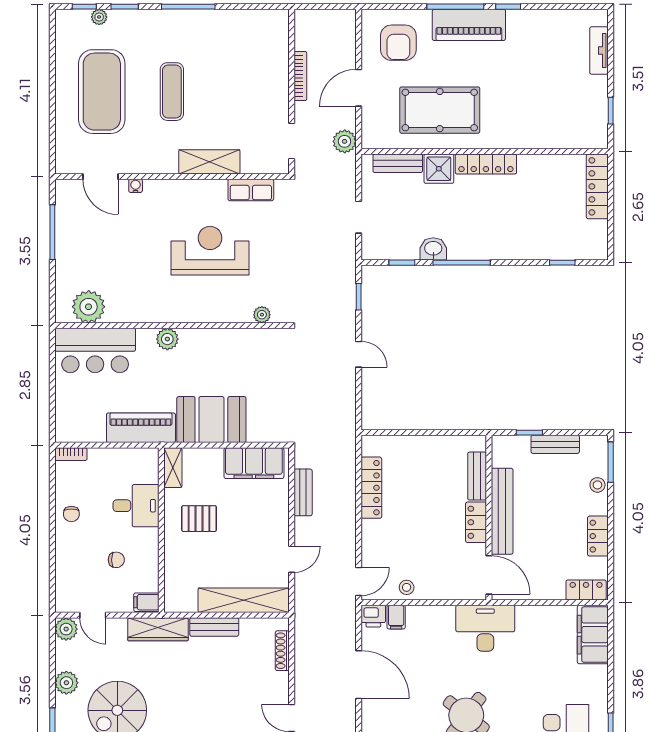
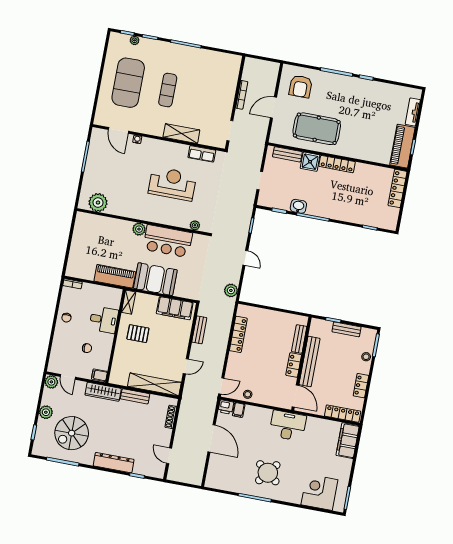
piano: (469, 25) -> (402, 146), moved, turned 90
plant: (345, 141) -> (231, 290), moved
bar counter: (95, 350) -> (168, 241), moved
locker: (586, 590) -> (343, 414), width x1.53

